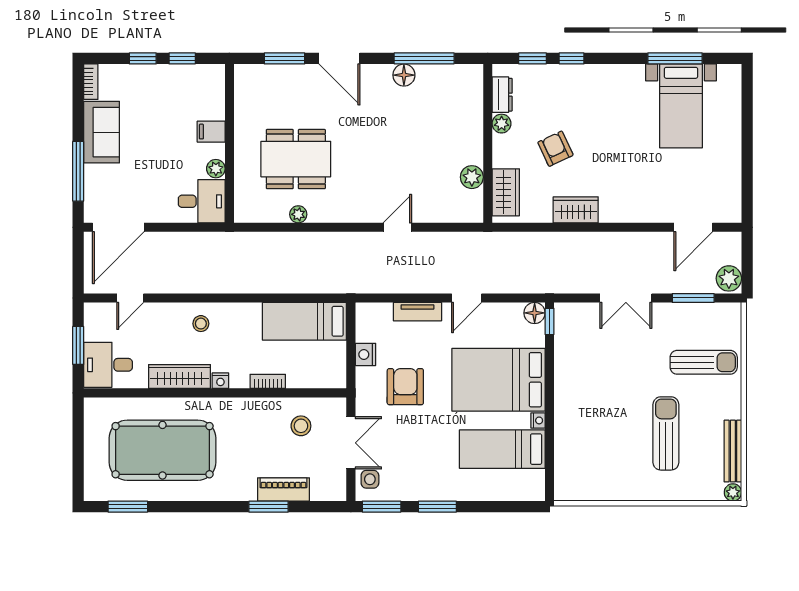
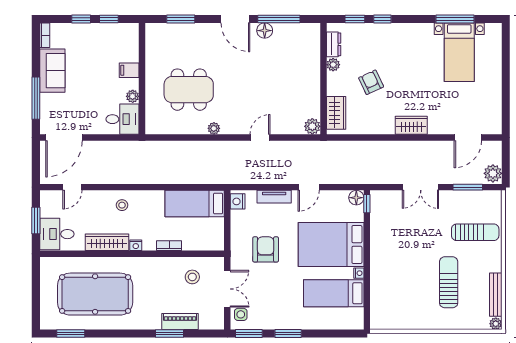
door: (339, 58) -> (235, 19), moved
plant: (472, 177) -> (312, 126), moved
wardrobe: (576, 210) -> (411, 125), moved
plant: (298, 214) -> (214, 128), moved
nightstand: (365, 354) -> (238, 201), moved

